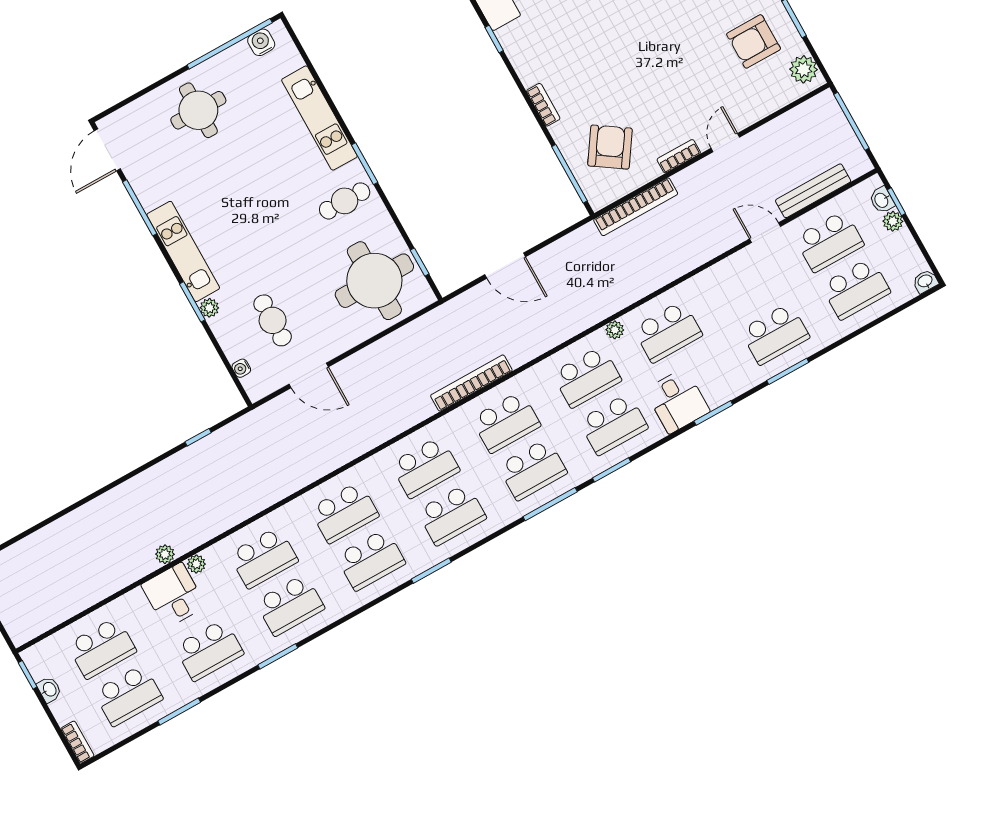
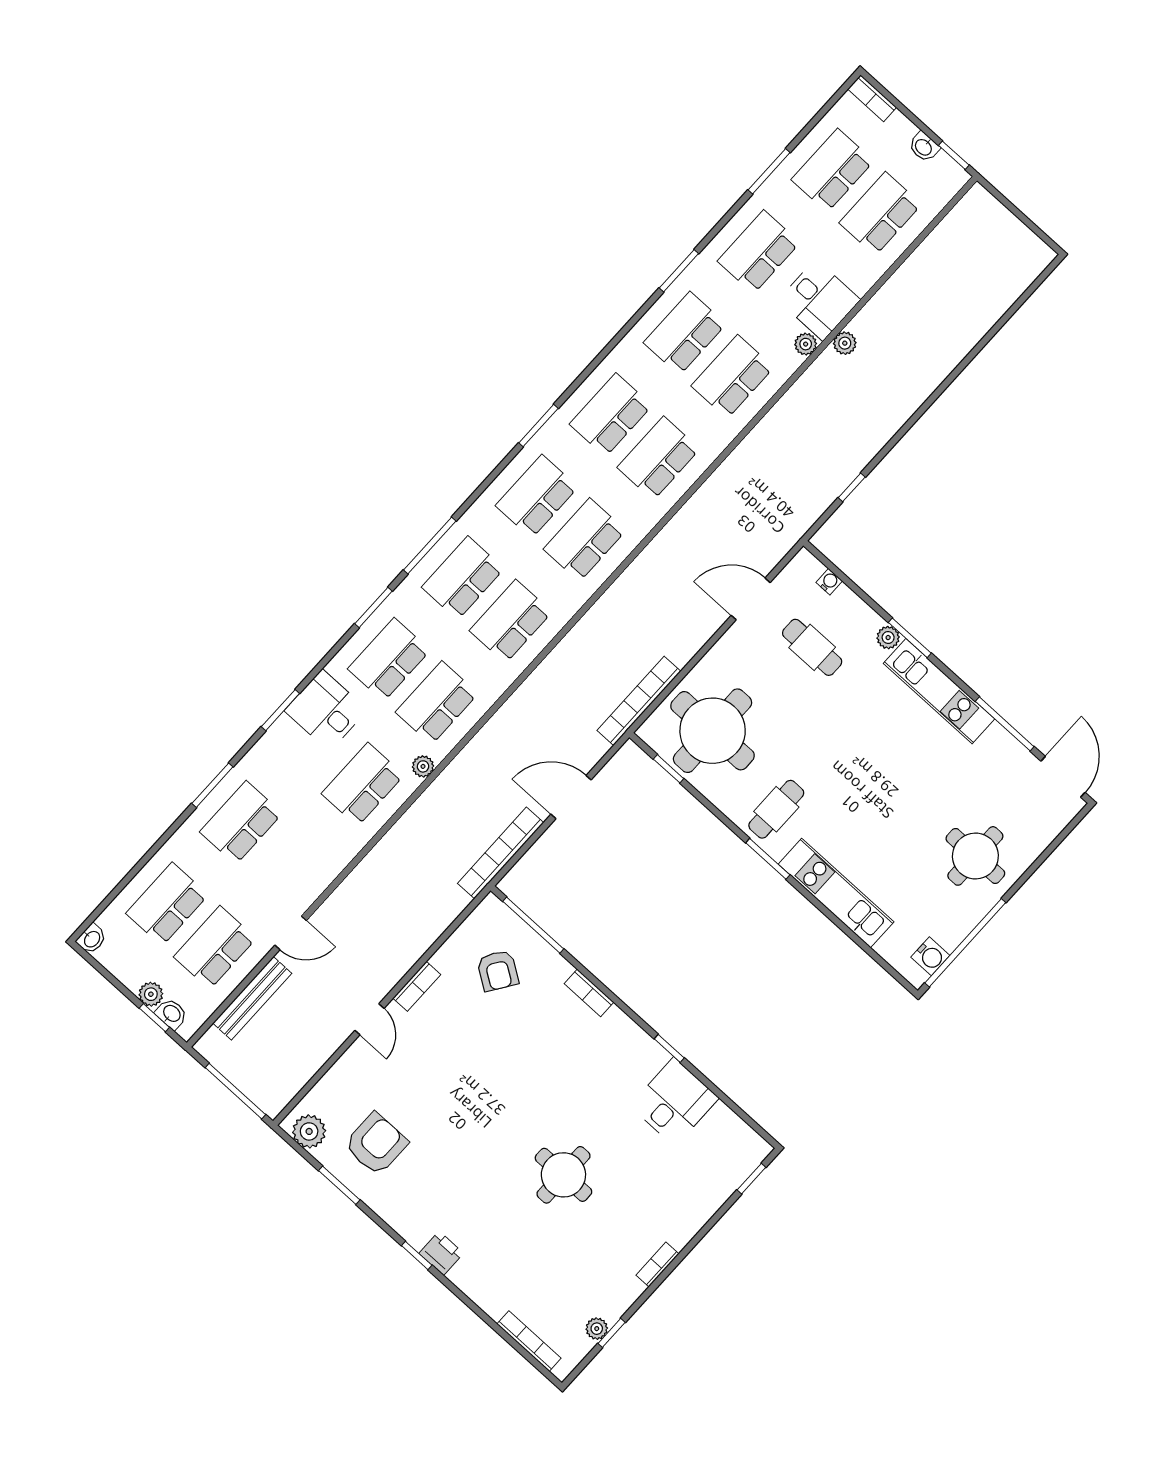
armchair: (610, 147) -> (498, 971), width x0.72, depth x0.72
bookcase: (636, 207) -> (501, 853), moved
bookcase: (471, 383) -> (639, 701), moved, turned 180

